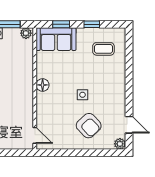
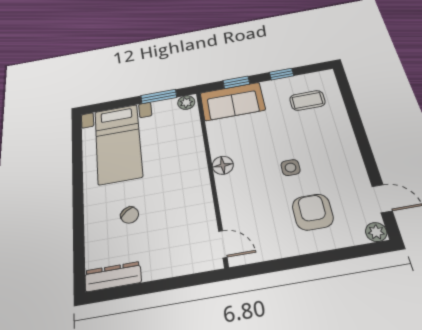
armchair: (89, 126) -> (313, 212), turned -137

